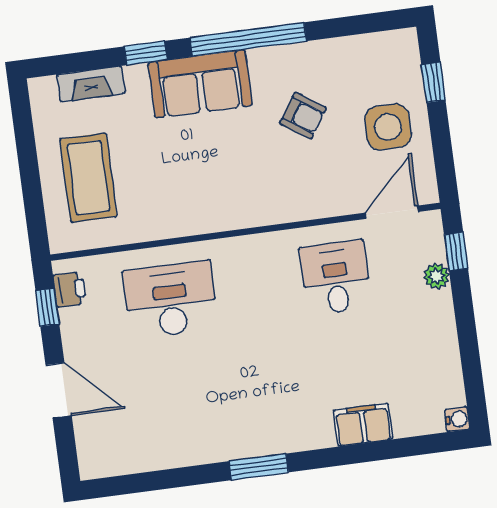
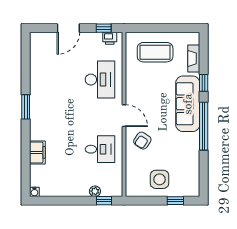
sofa: (200, 84) -> (188, 104), width x1.36
armchair: (303, 116) -> (142, 141), moved
door: (392, 212) -> (124, 116), moved

